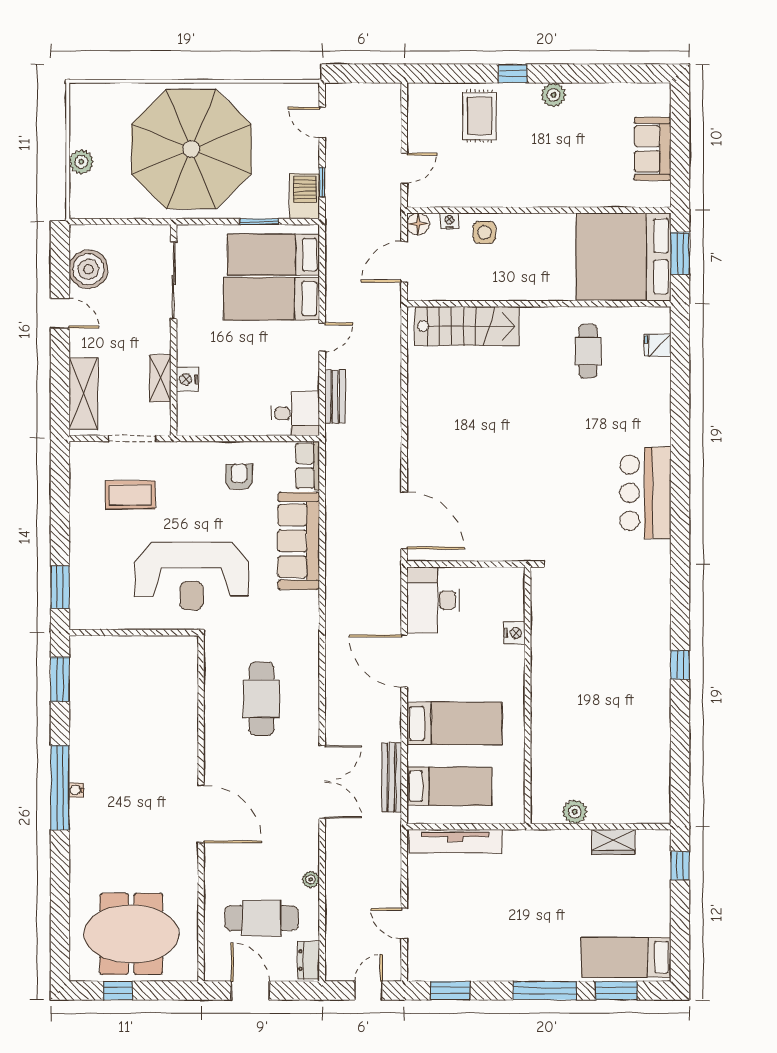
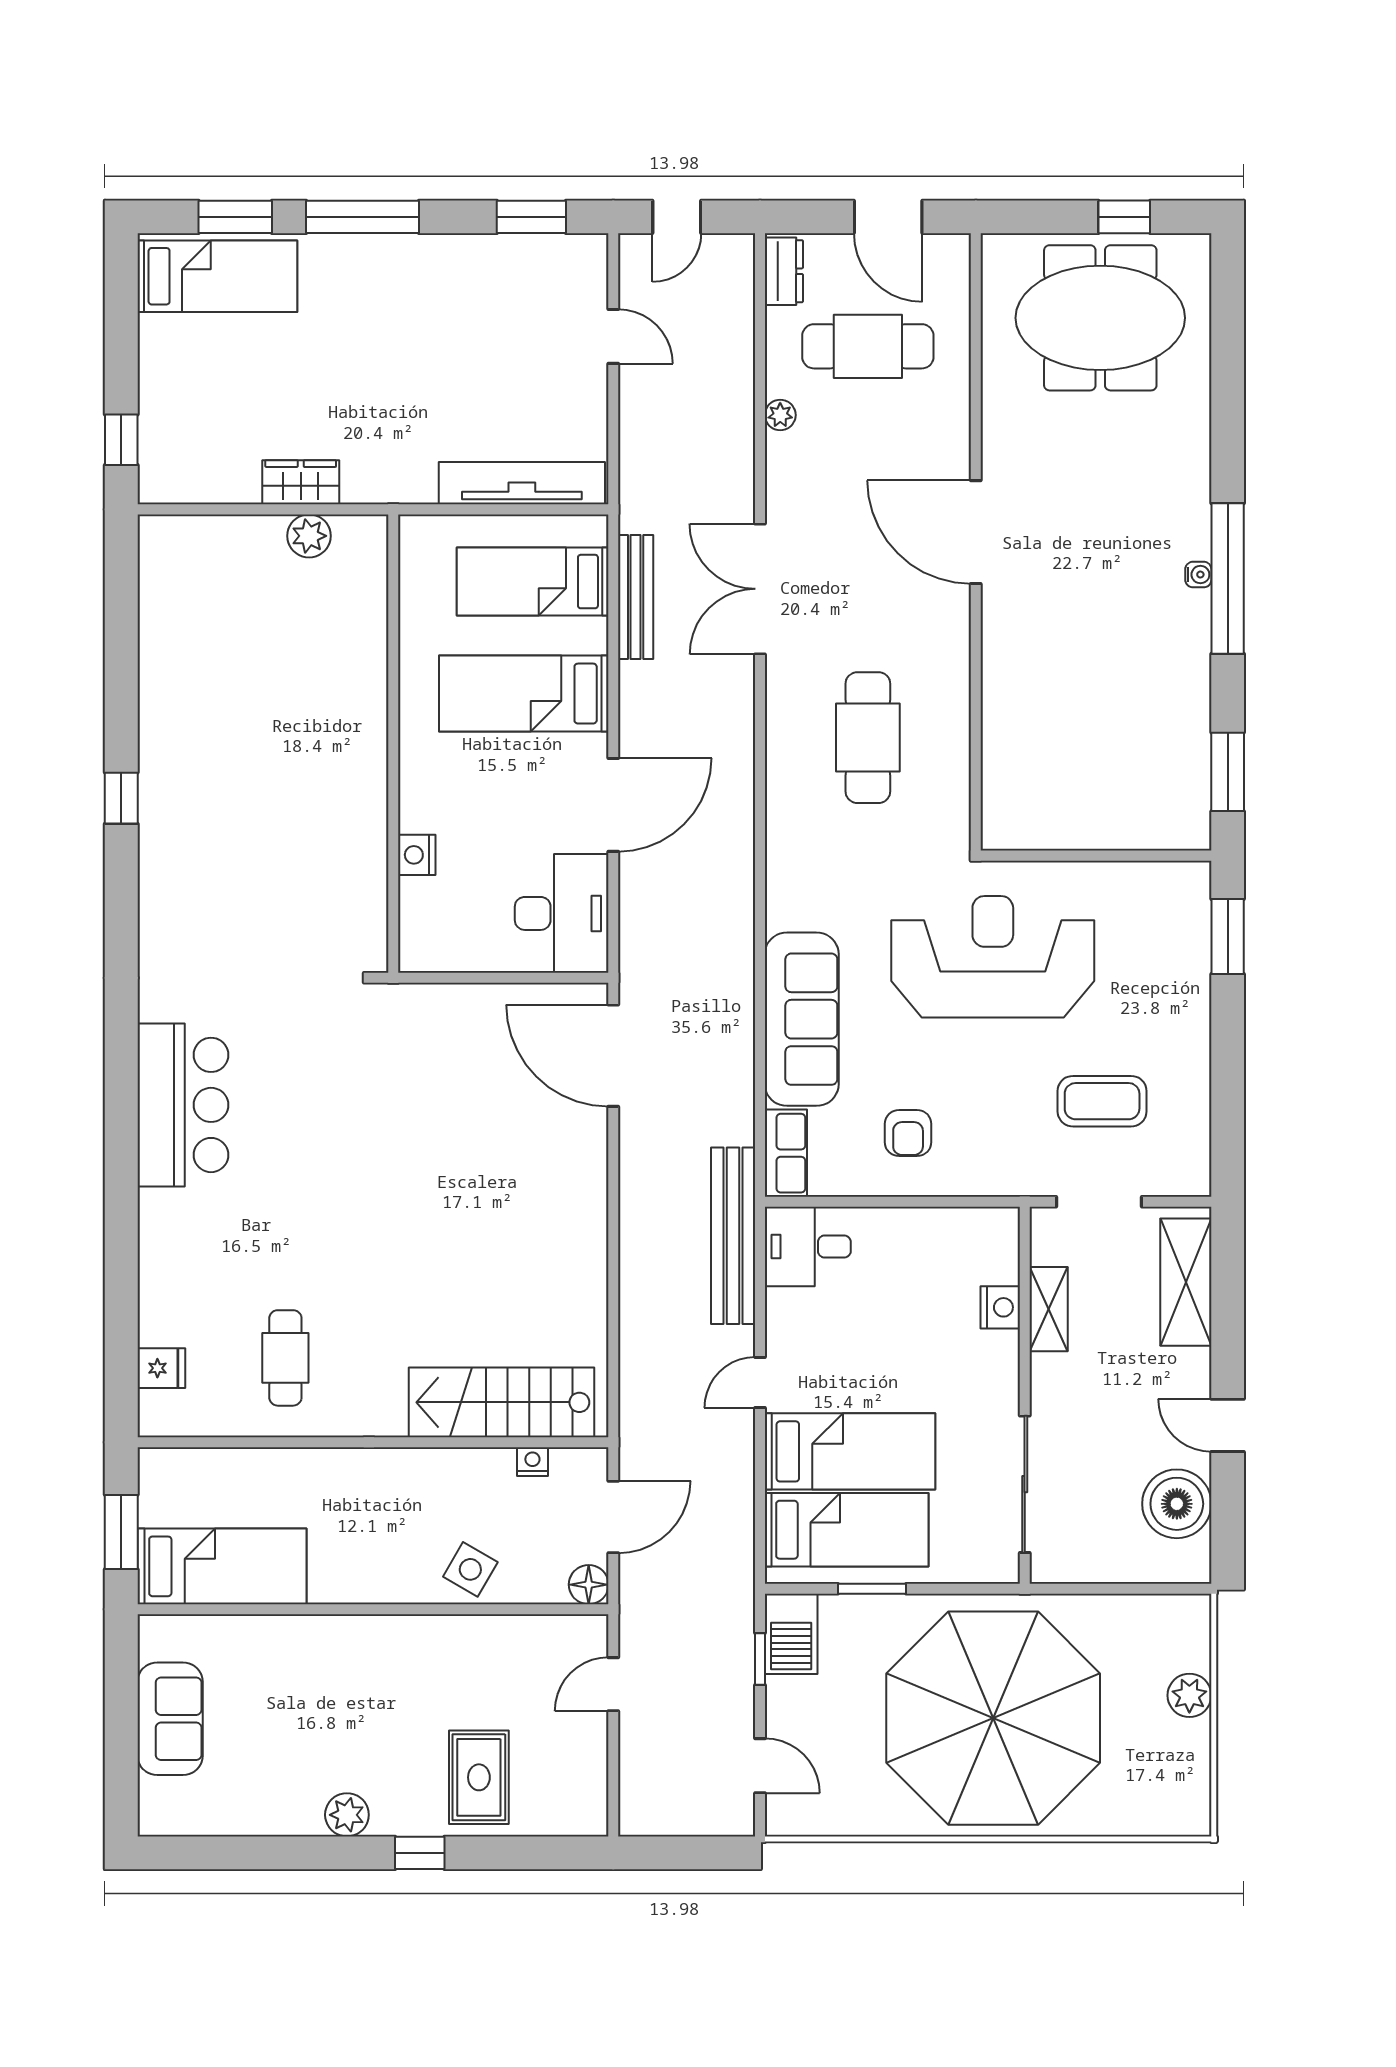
nightstand: (449, 221) -> (532, 1462), moved, turned 180
side table: (484, 232) -> (470, 1569), turned 30
bed: (624, 256) -> (222, 1566), width x0.49
bench: (335, 396) -> (733, 1236), width x1.86, depth x1.21
door: (404, 661) -> (613, 805), hinge flipped
wardrobe: (613, 842) -> (301, 482), moved

